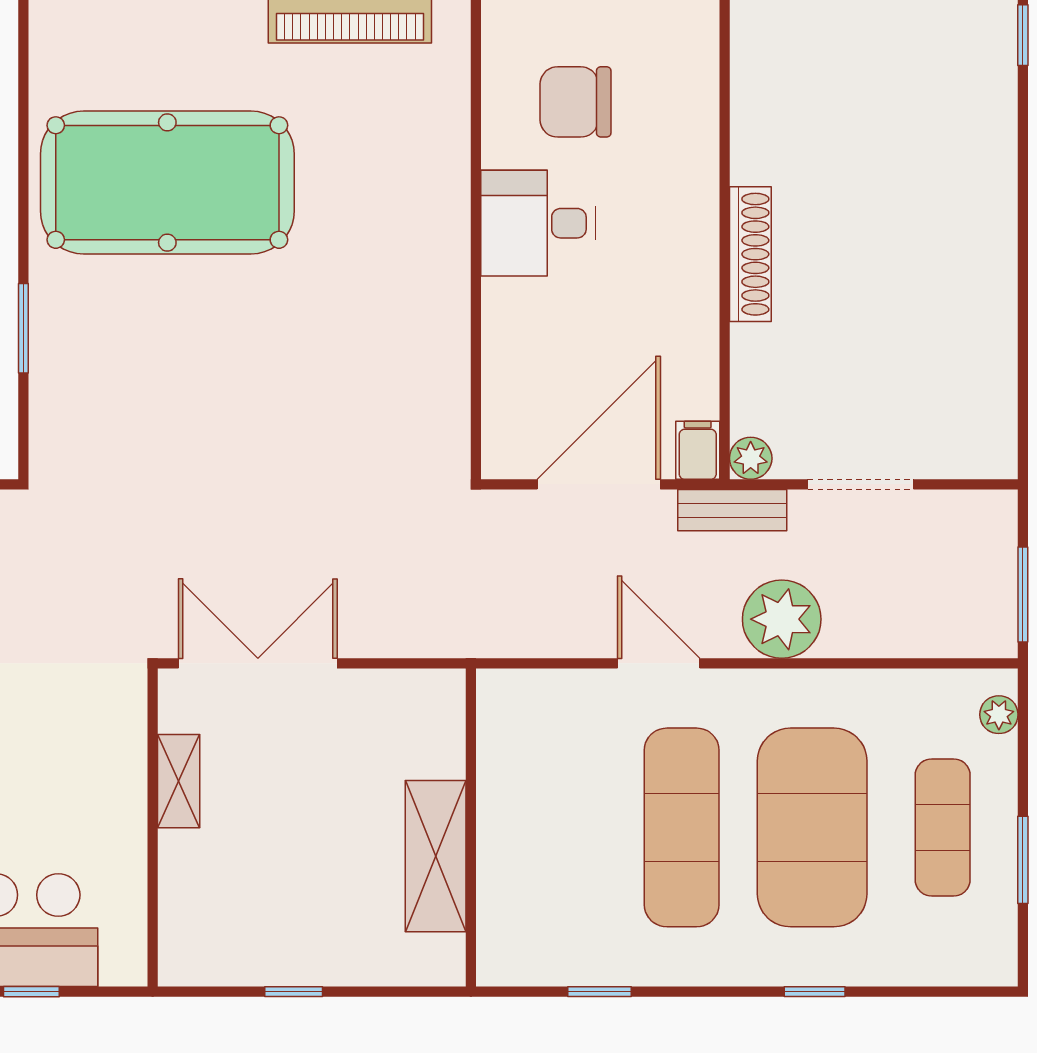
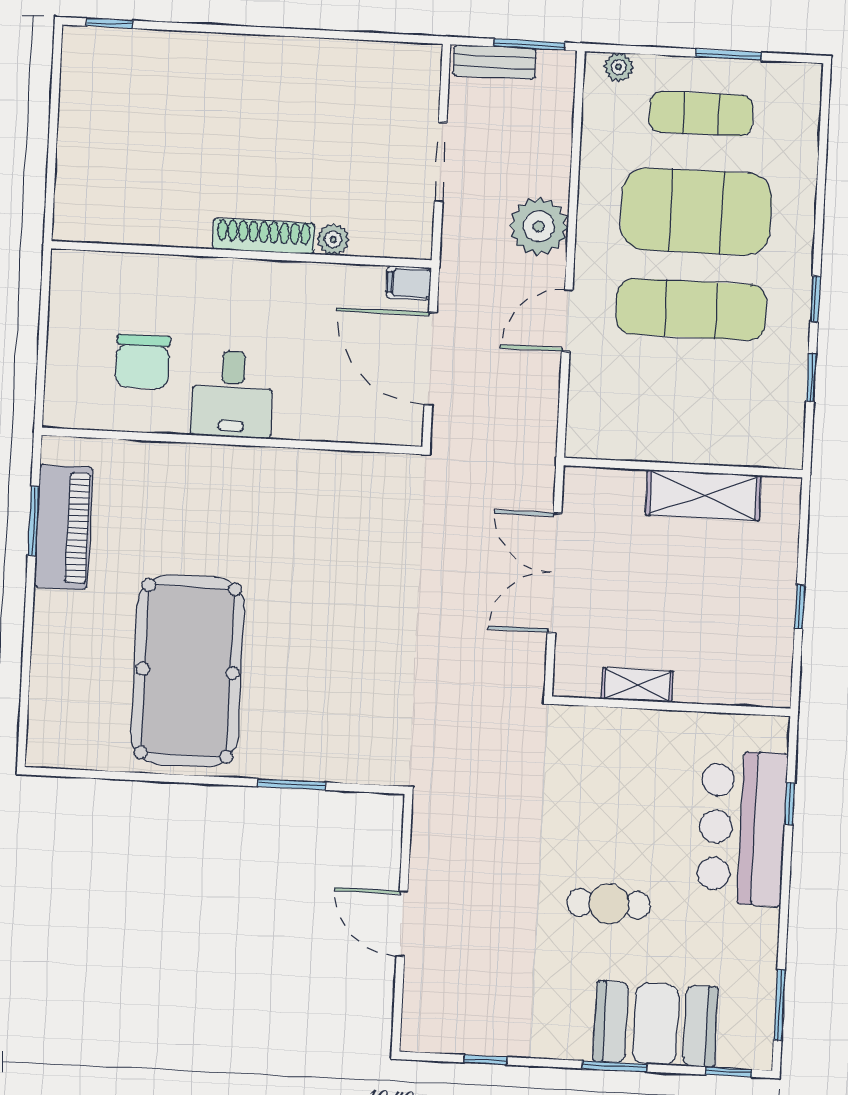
plant: (751, 458) -> (333, 239), moved
bench: (732, 510) -> (495, 62), moved, turned 90
double door: (258, 663) -> (554, 573), moved
window: (815, 992) -> (815, 299), moved

